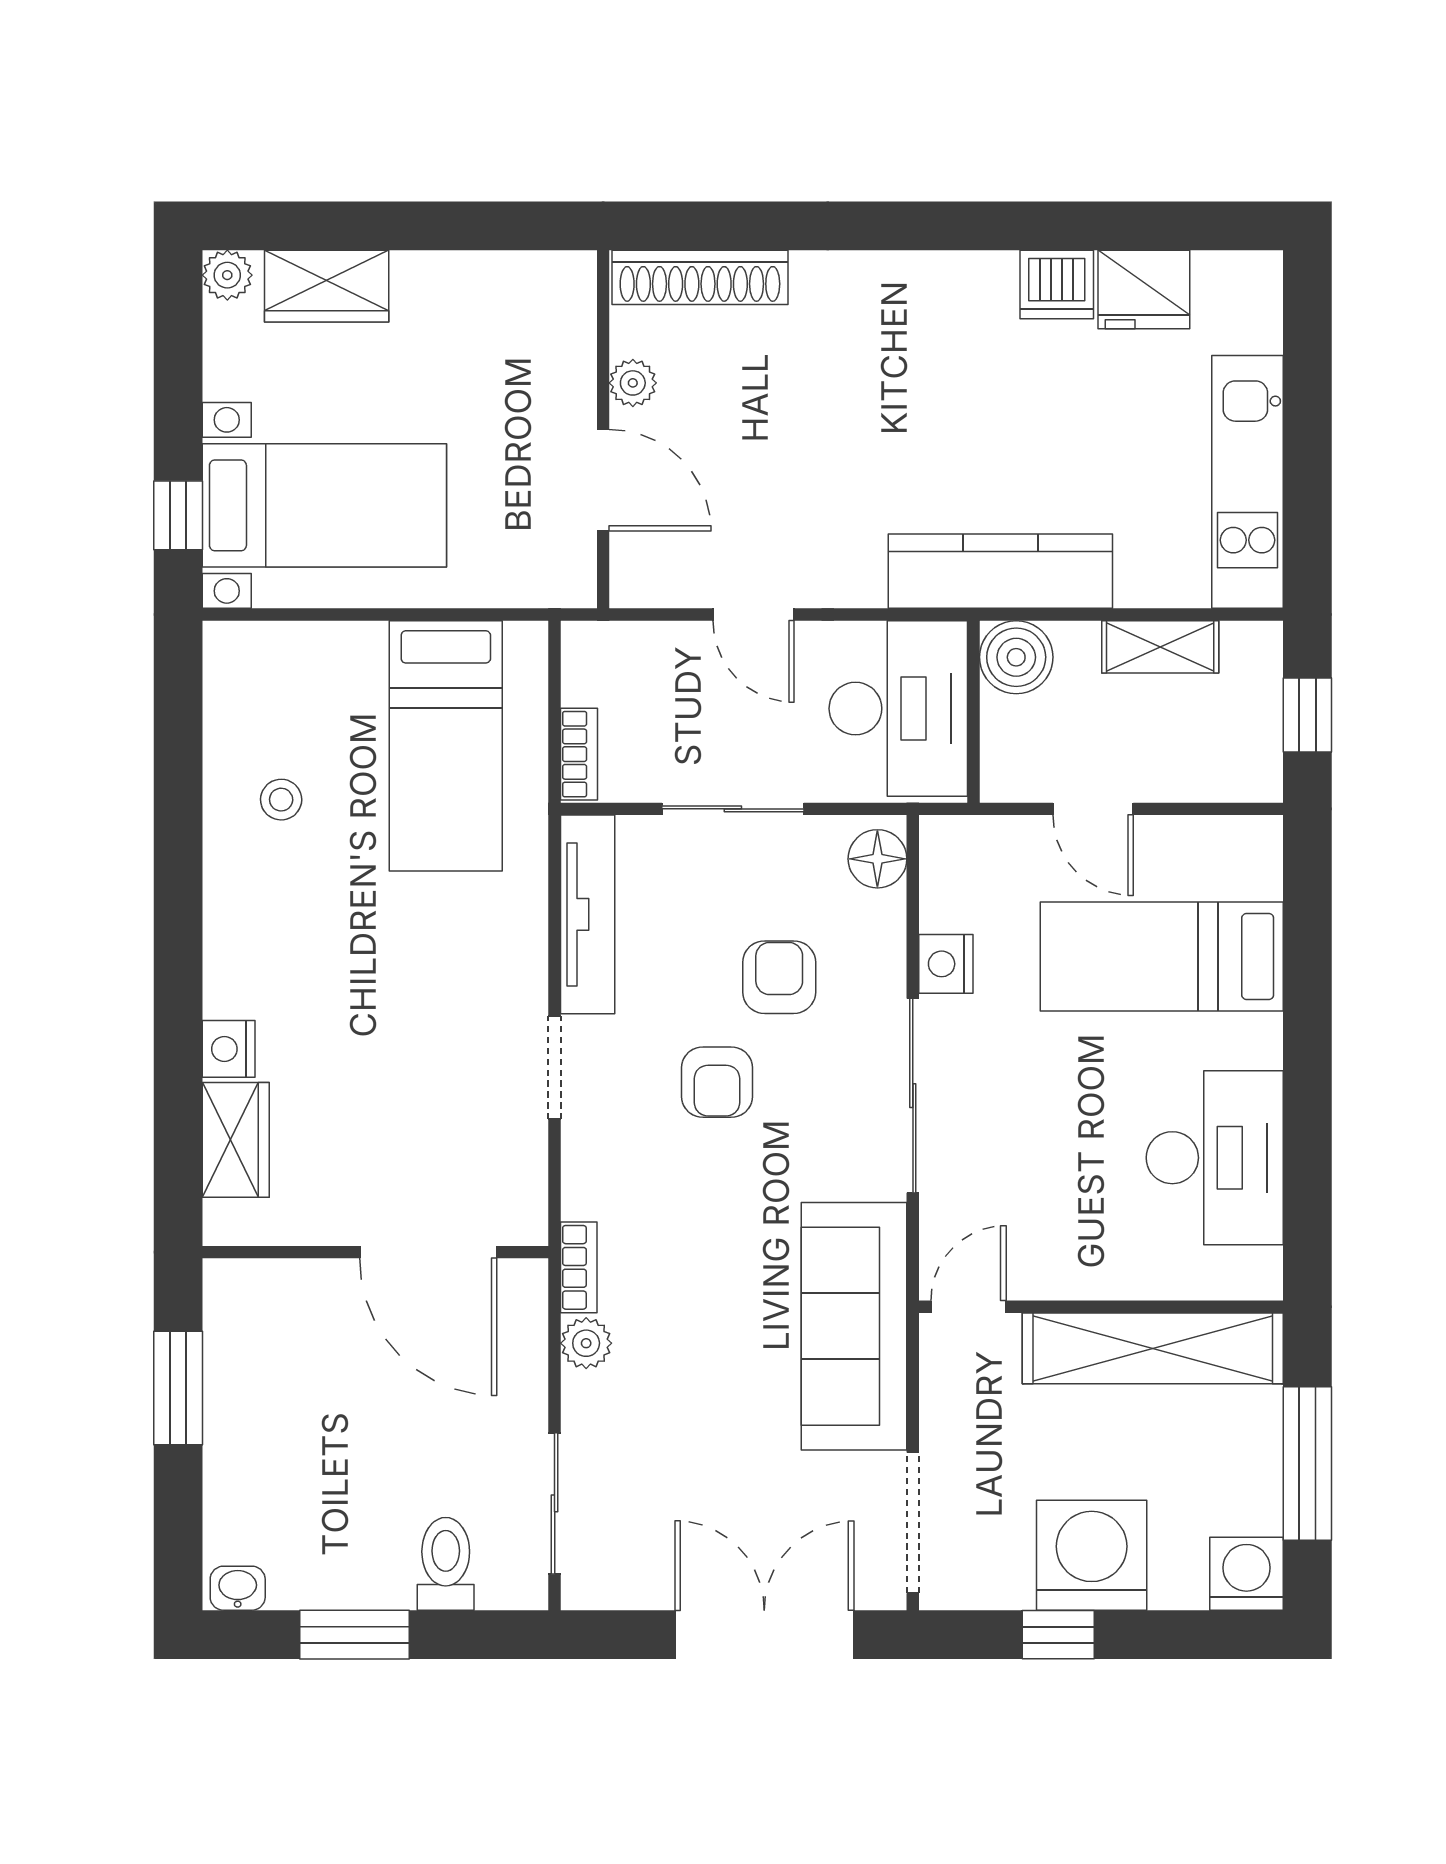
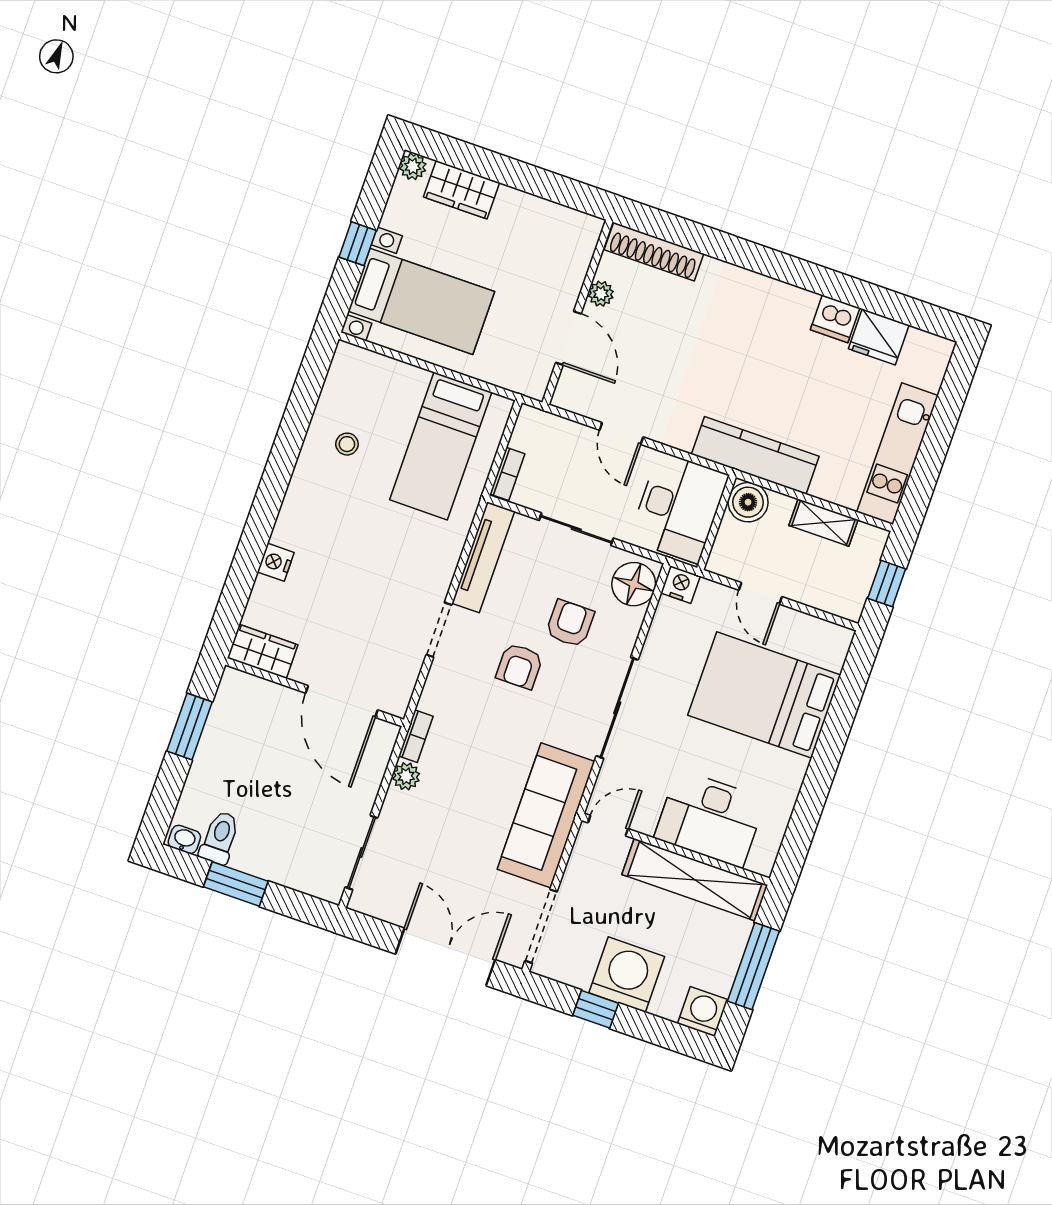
window: (178, 515) -> (358, 244), moved
floor lamp: (877, 859) -> (634, 584), width x1.38, depth x1.38
bed: (1162, 957) -> (764, 695), width x1.50
nightstand: (946, 964) -> (680, 584), moved, turned 90
wardrobe: (236, 1140) -> (263, 651), moved, turned -90
desk: (1215, 1158) -> (710, 818), moved, turned 90
toilet: (446, 1564) -> (220, 838), moved

